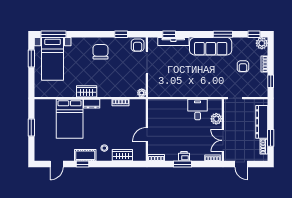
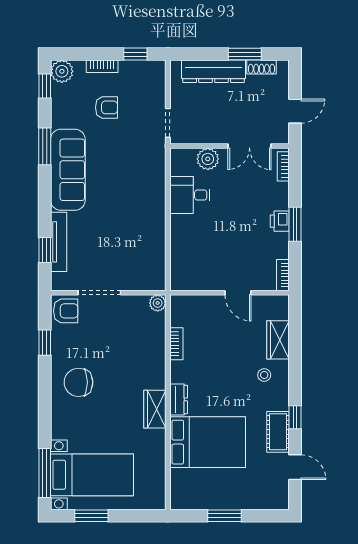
cot: (85, 155) -> (278, 432), moved

